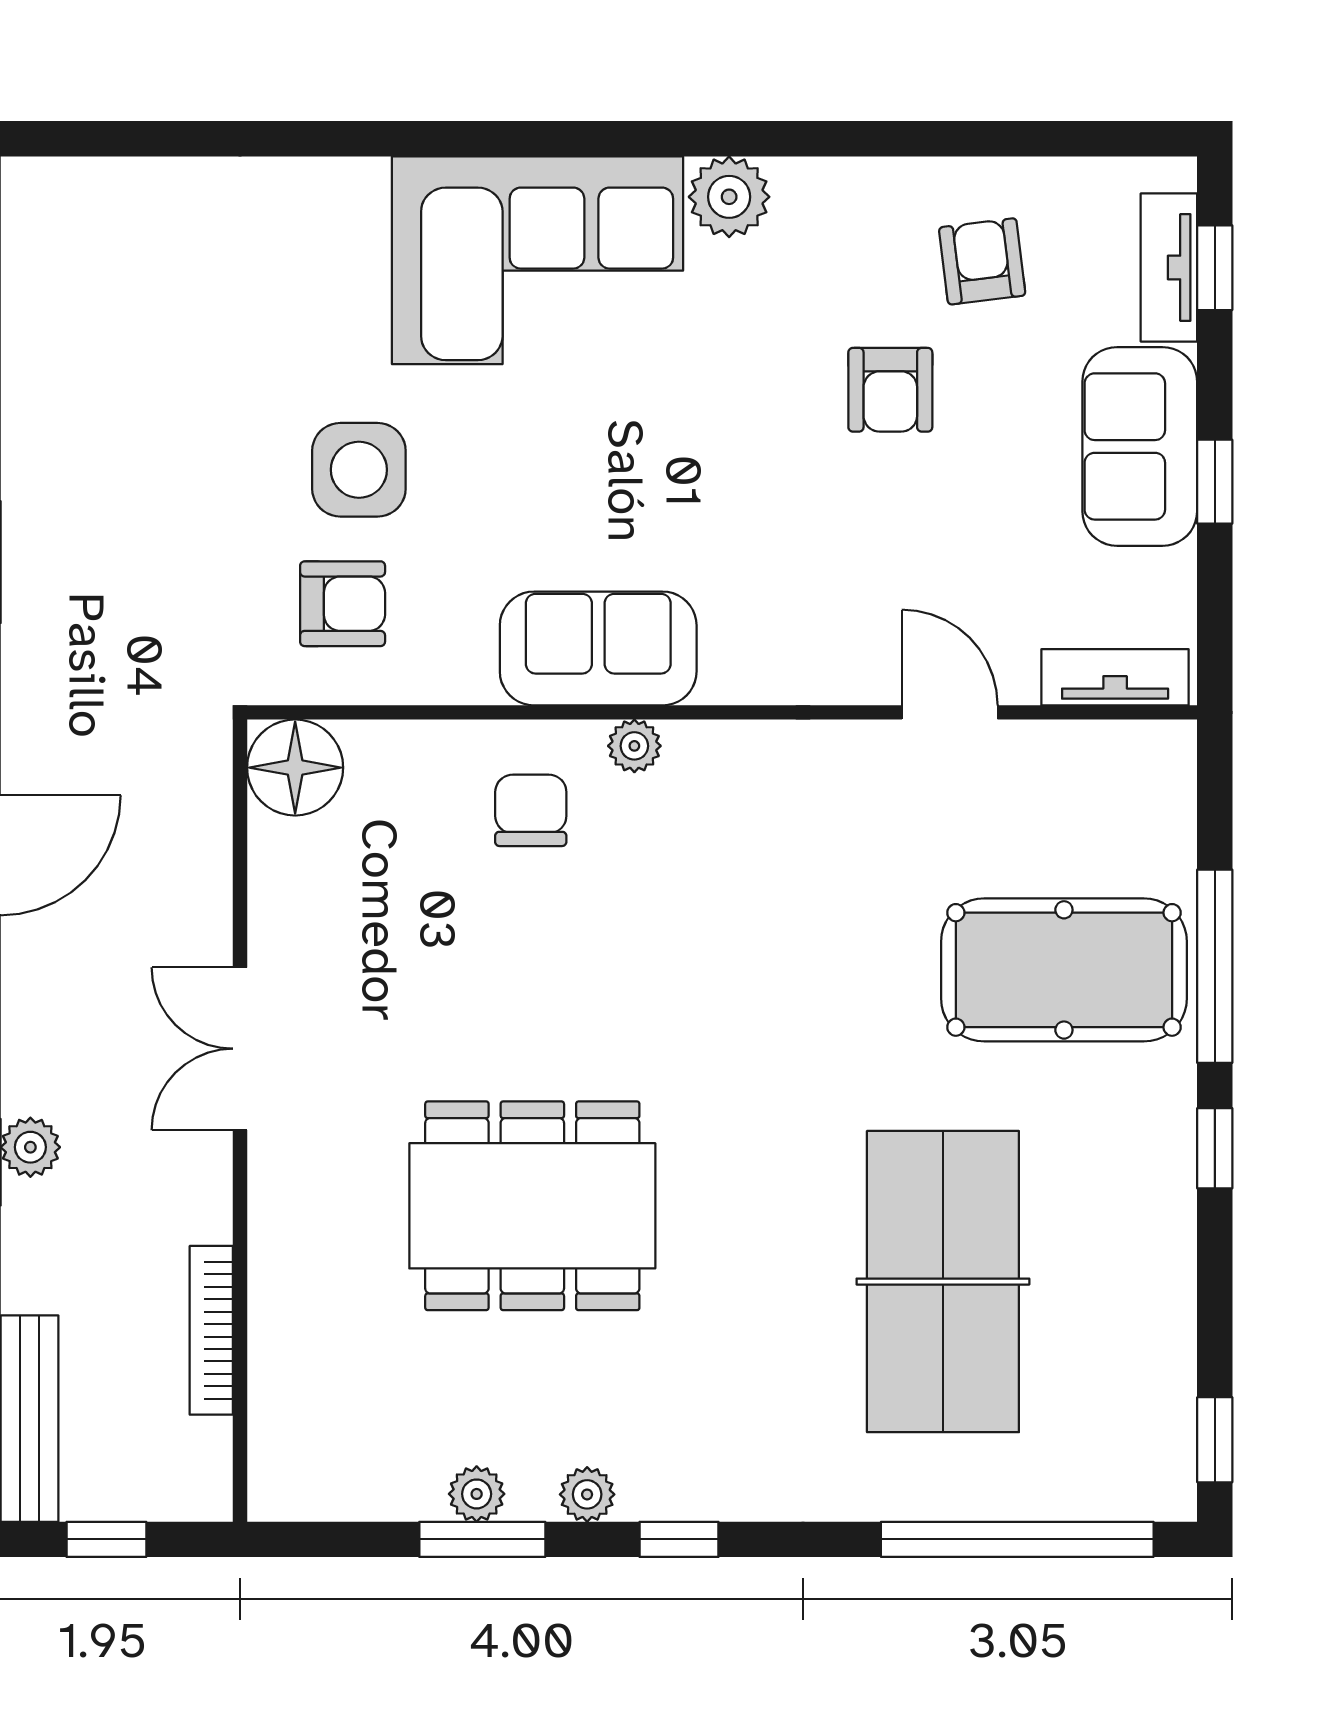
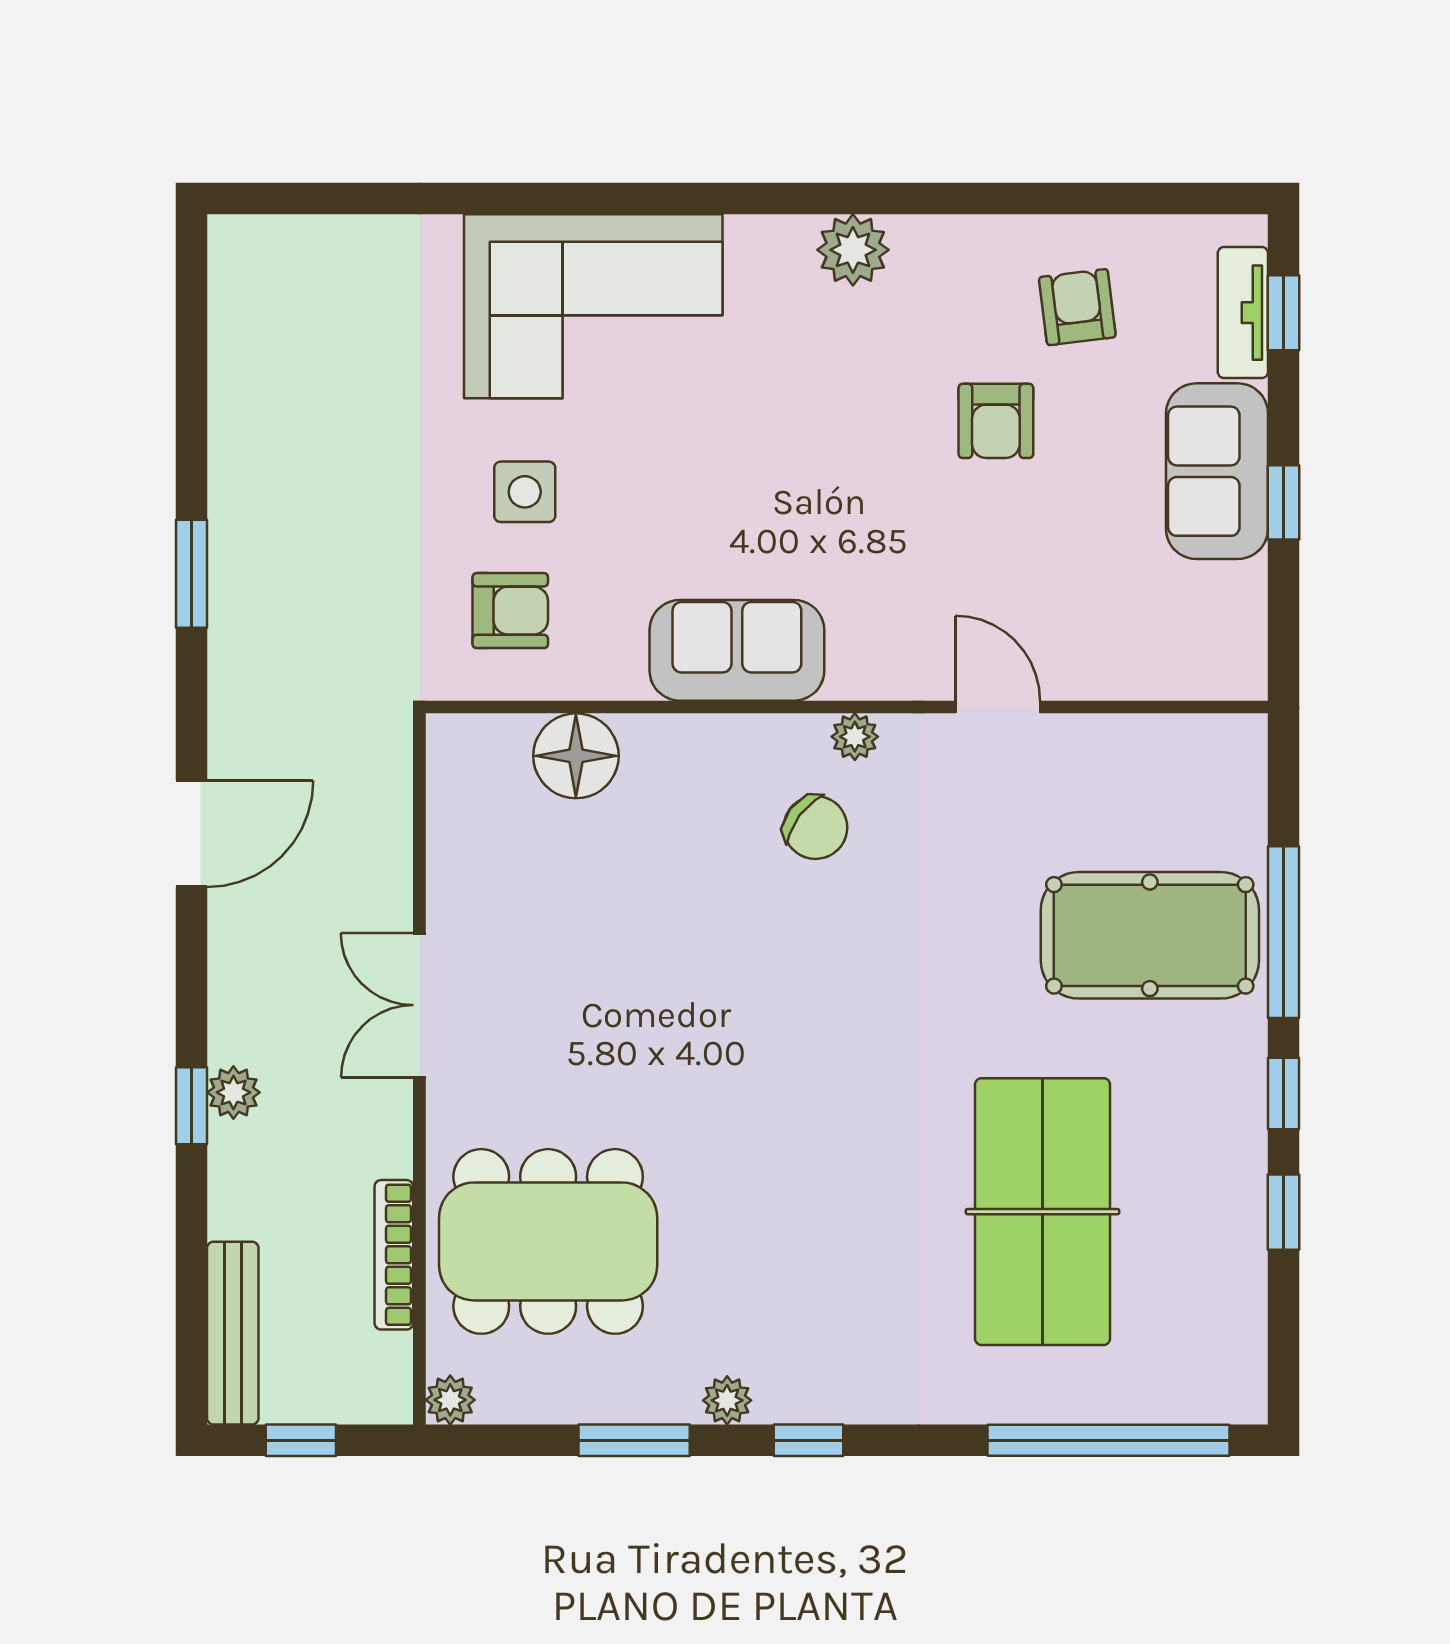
corner sofa: (538, 260) -> (593, 306), moved
side table: (359, 470) -> (525, 492), width x0.73, depth x0.73
tv unit: (1115, 677) -> (1195, 676), removed
door: (950, 712) -> (998, 707), moved
plant: (634, 746) -> (855, 737), moved
floor lamp: (295, 768) -> (576, 756), moved
chair: (531, 810) -> (816, 827), moved, turned 127
dining table: (532, 1206) -> (548, 1241), moved
window: (1215, 1440) -> (1284, 1212), moved
plant: (477, 1494) -> (450, 1400), moved

